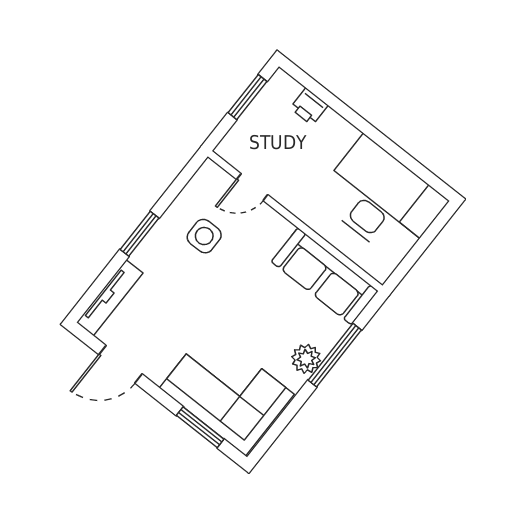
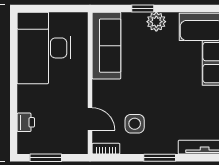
bookcase: (201, 178) -> (106, 149), added
window: (335, 355) -> (143, 9), width x0.46

